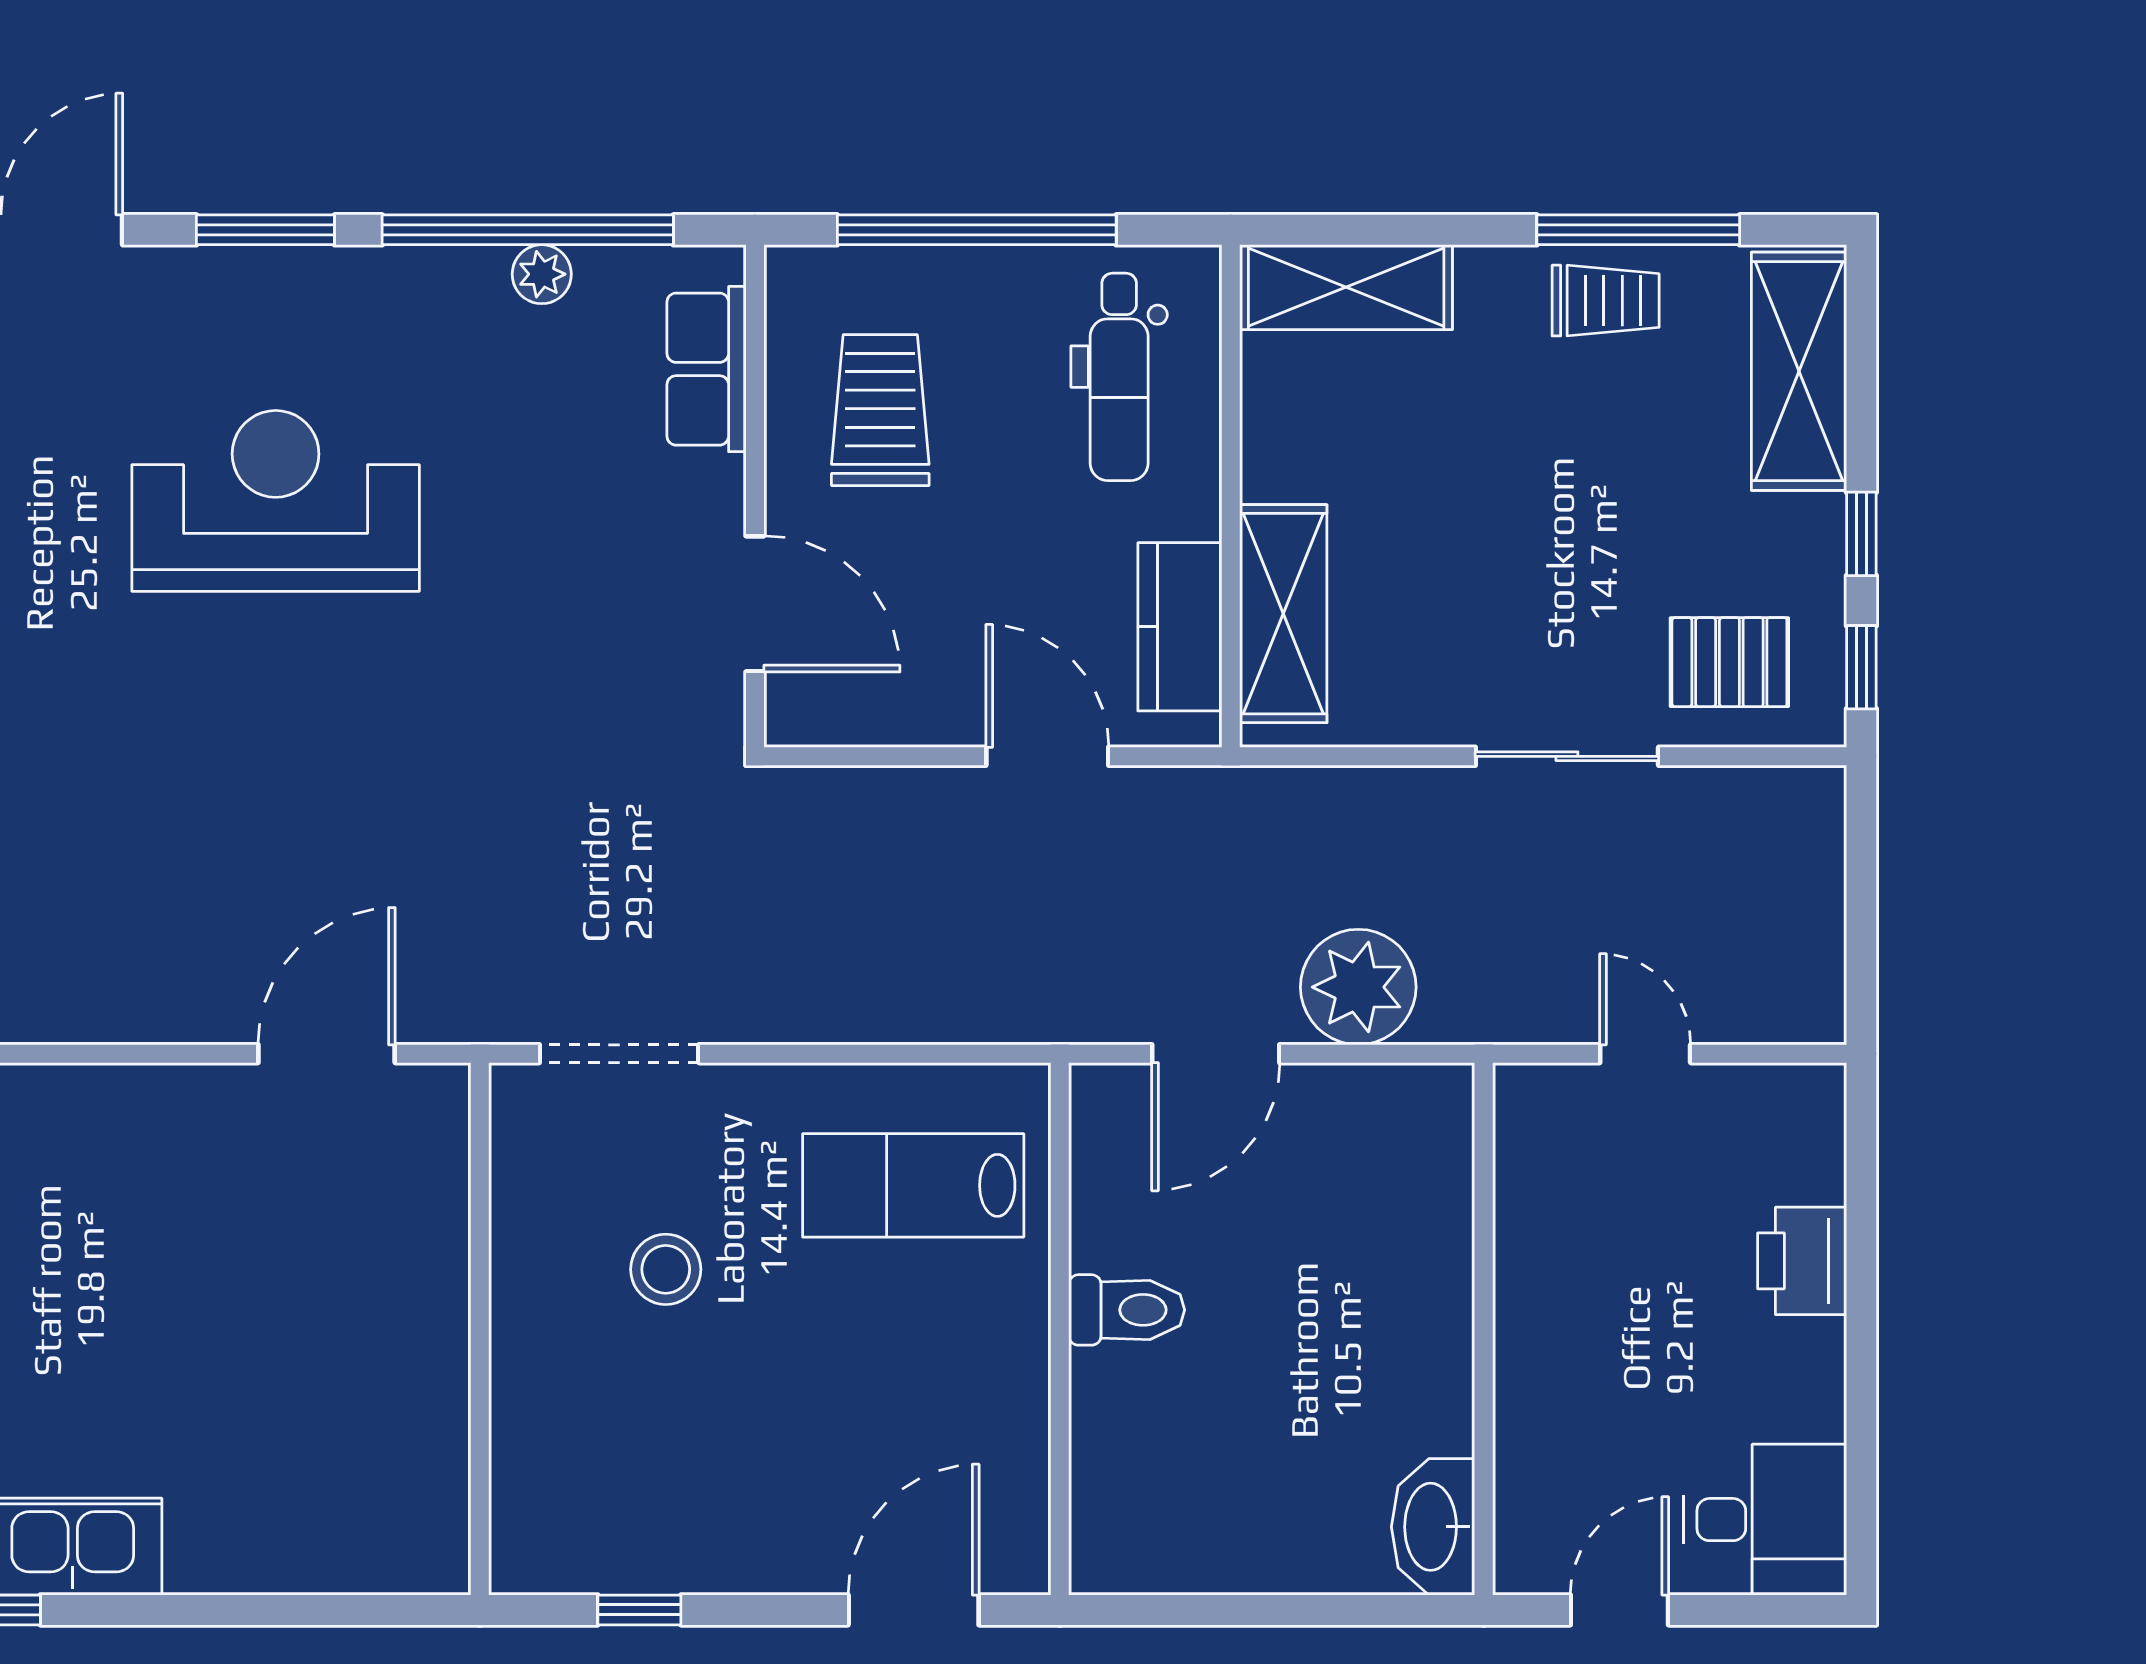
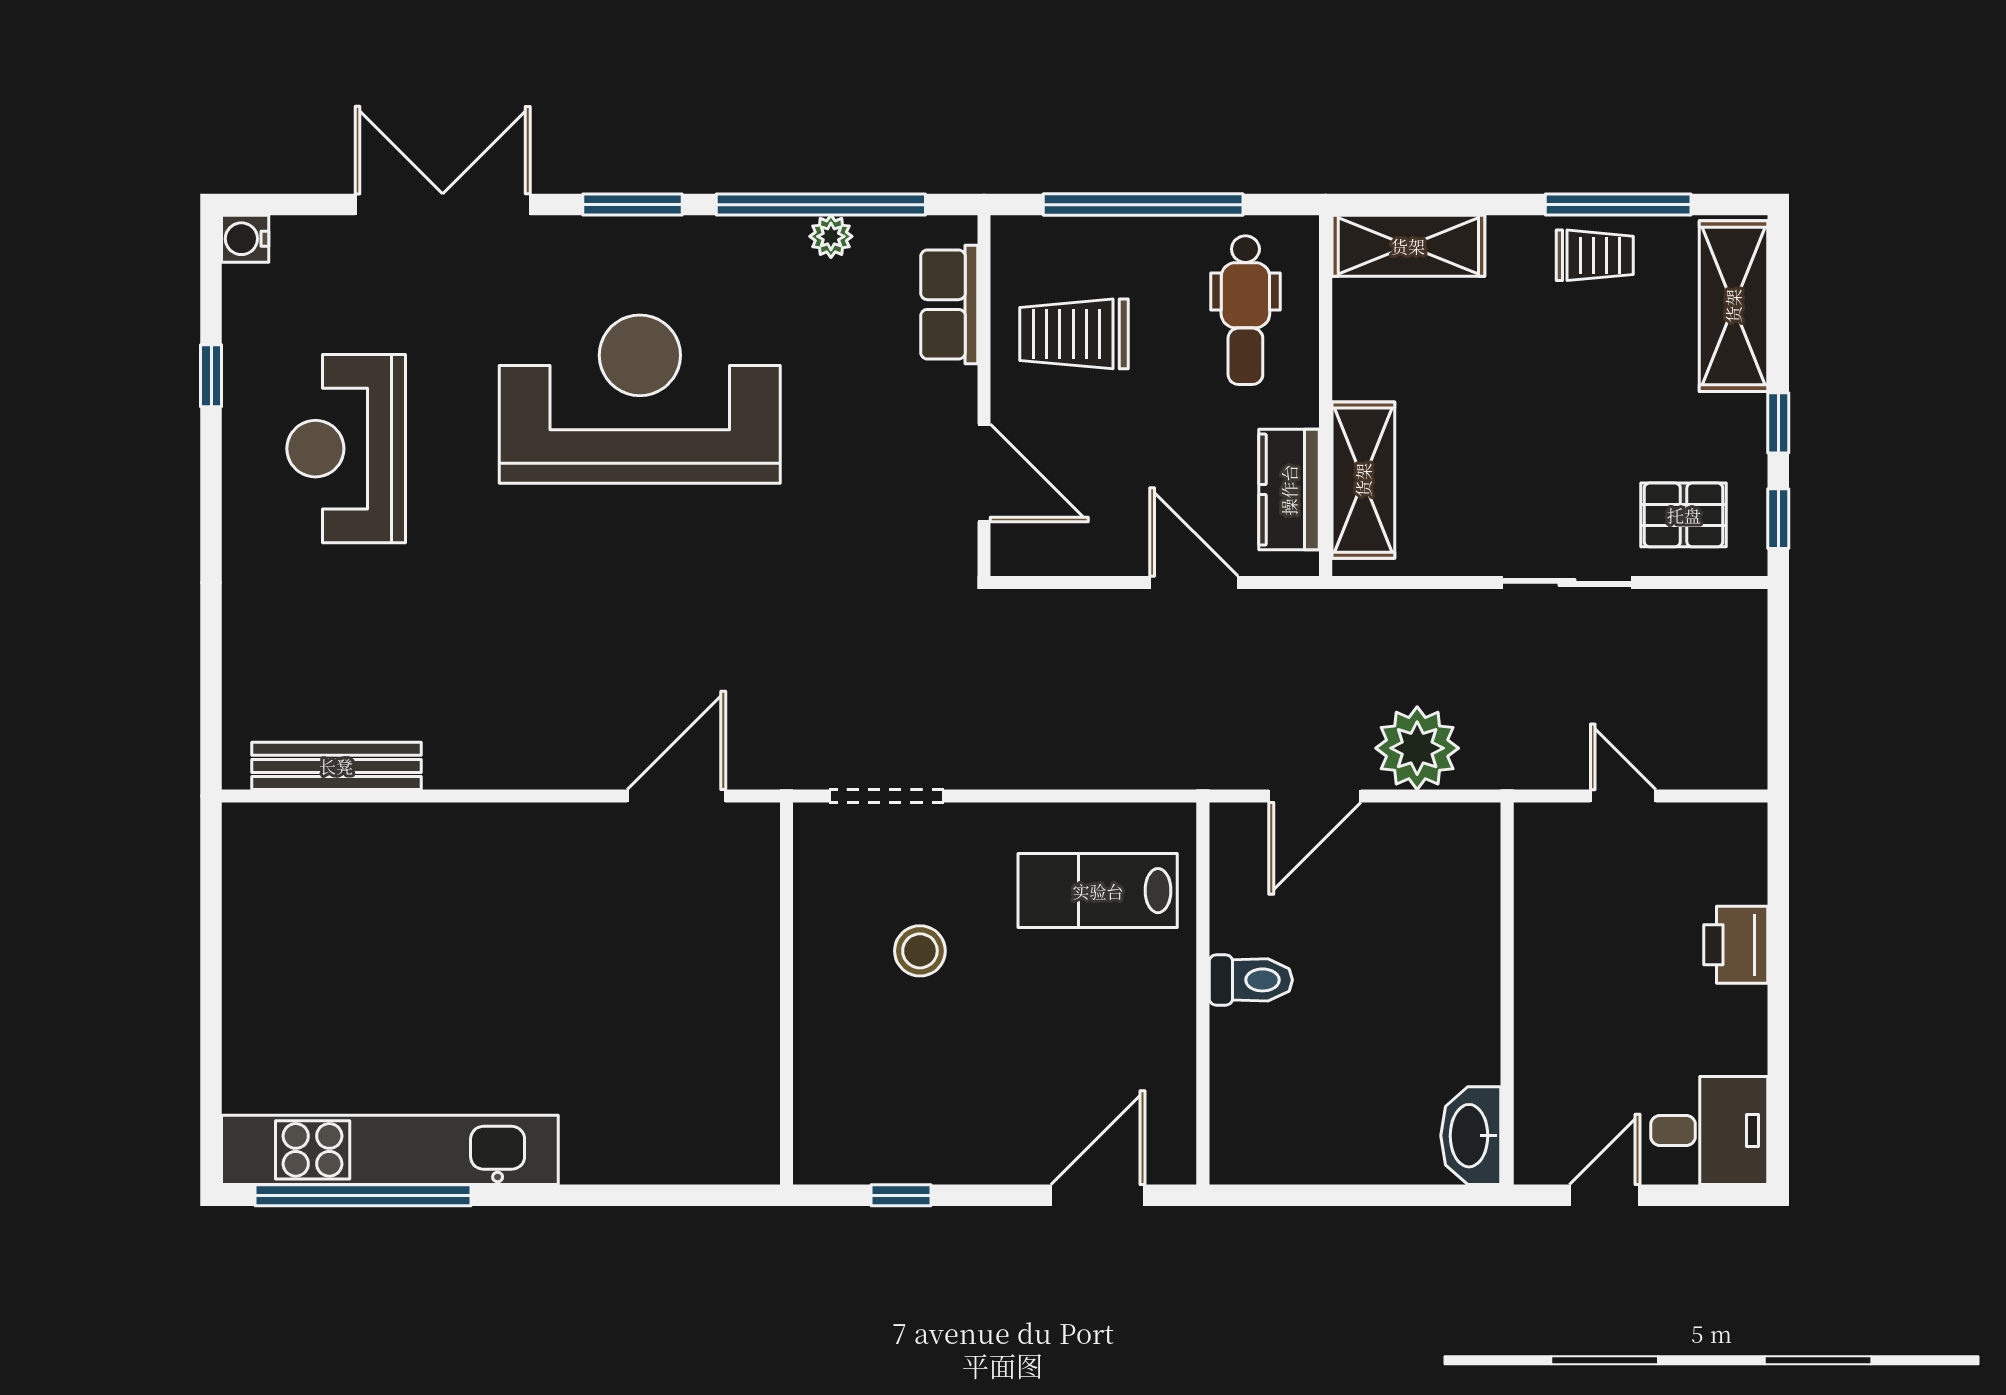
trolley: (880, 410) -> (1074, 334), turned -90
reception desk: (276, 501) -> (640, 399), width x1.36, depth x1.30

